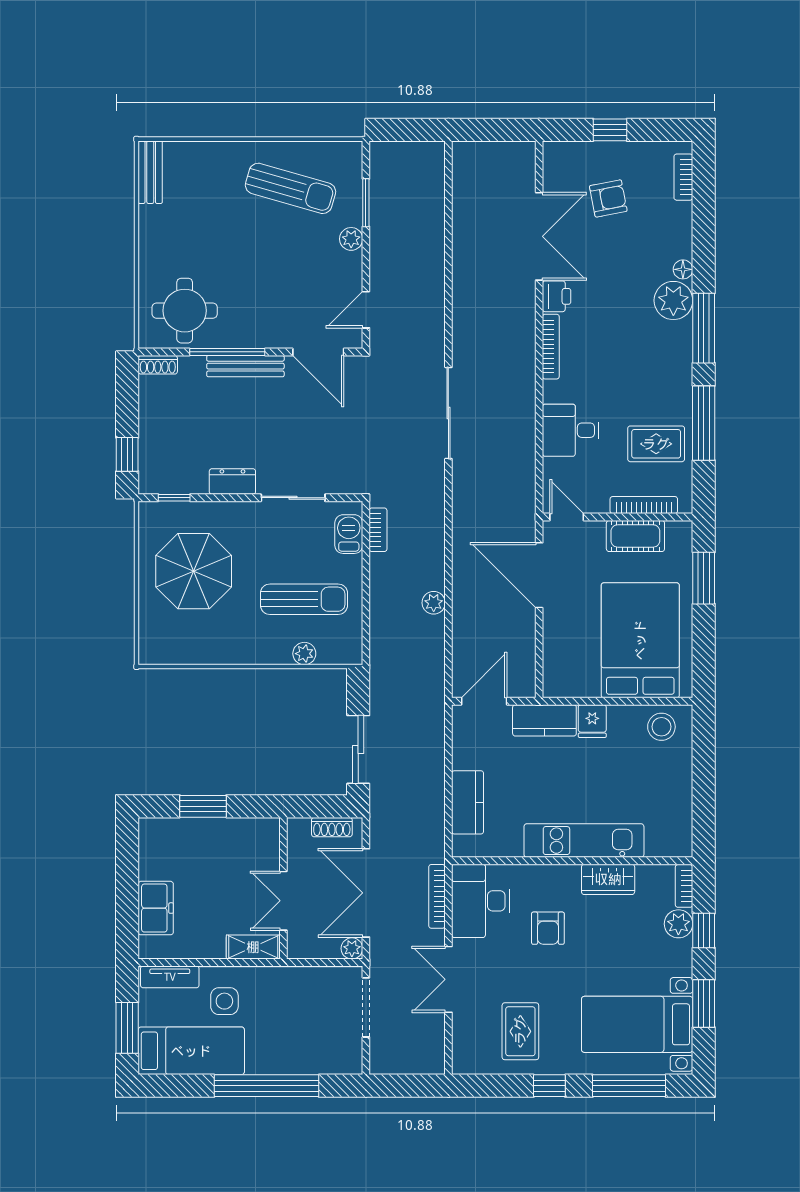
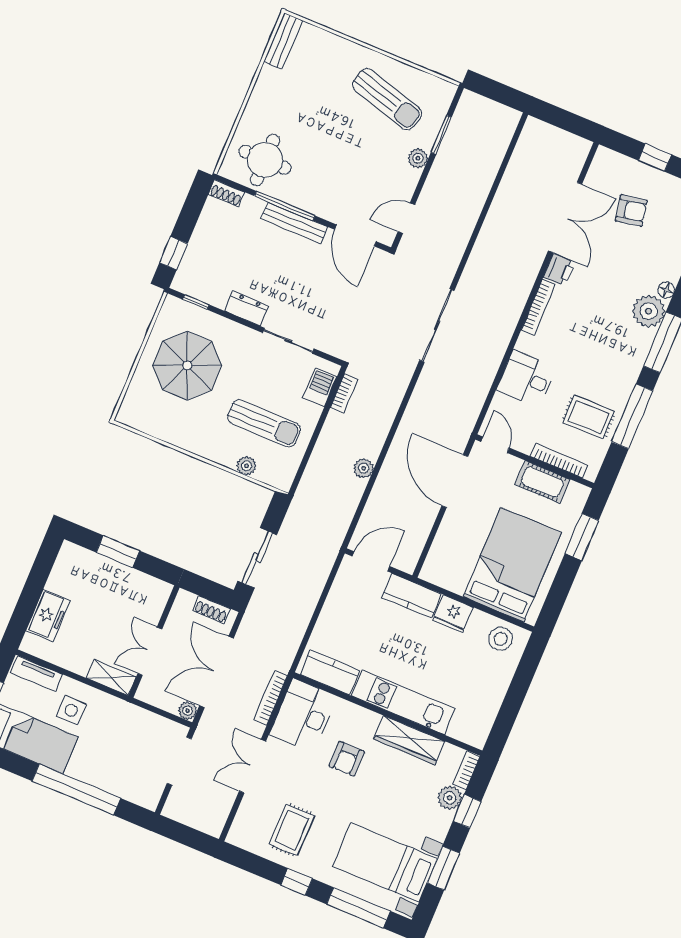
fridge: (592, 721) -> (453, 614), width x1.38
kitchen counter: (468, 802) -> (330, 672), moved, turned -90
wardrobe: (608, 879) -> (409, 740), width x1.50

